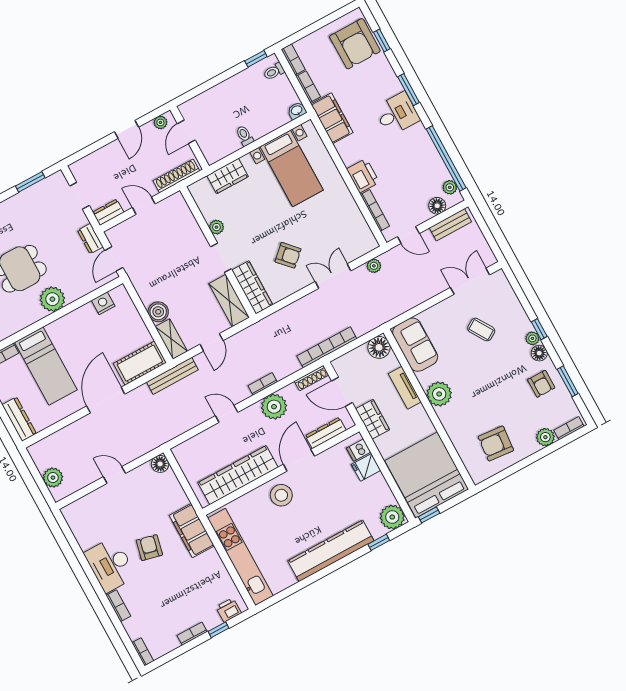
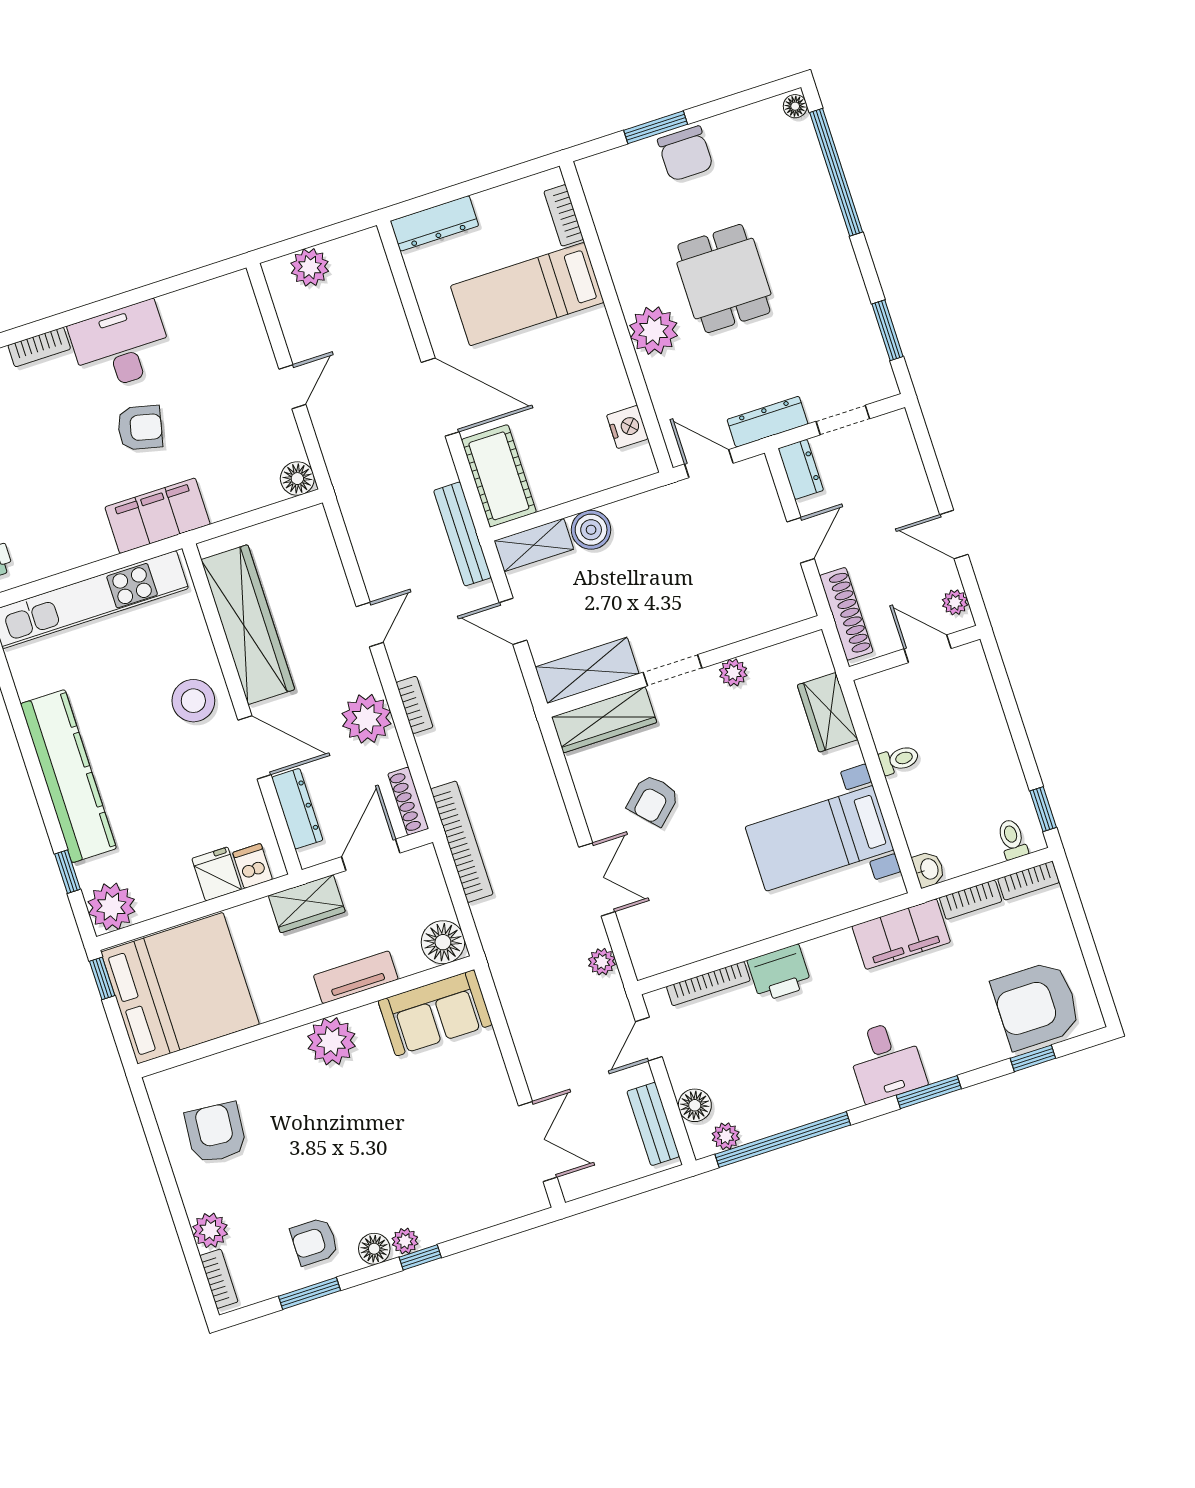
dresser: (90, 239) -> (767, 422), width x1.44
coffee table: (481, 330) -> (440, 1145), removed

